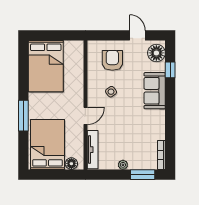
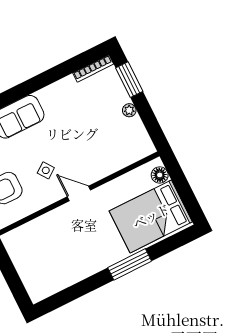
bed: (46, 66) -> (54, 267), removed
door: (85, 116) -> (79, 193), moved
tv unit: (93, 150) -> (129, 157), removed

